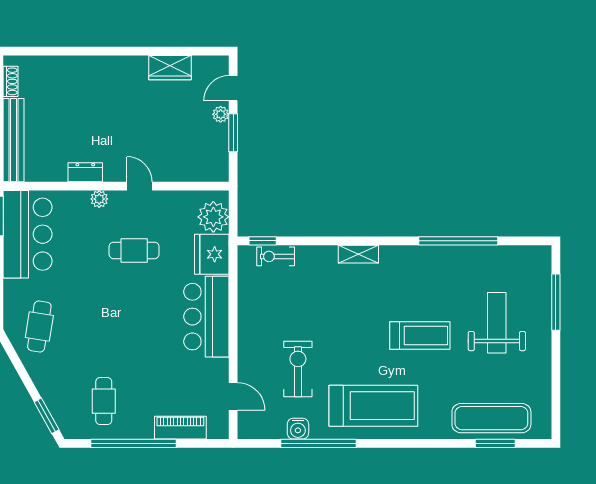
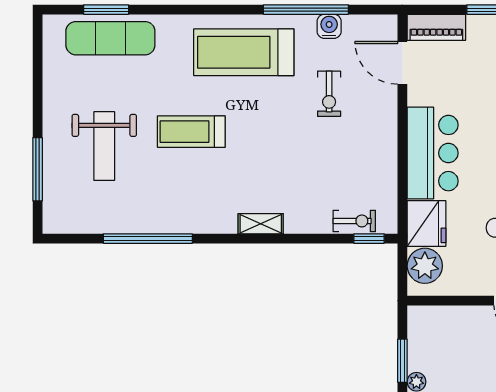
exercise bike: (298, 369) -> (329, 94), width x0.73, depth x0.72
door: (233, 396) -> (402, 63), width x1.38
piano: (180, 428) -> (436, 27), moved

